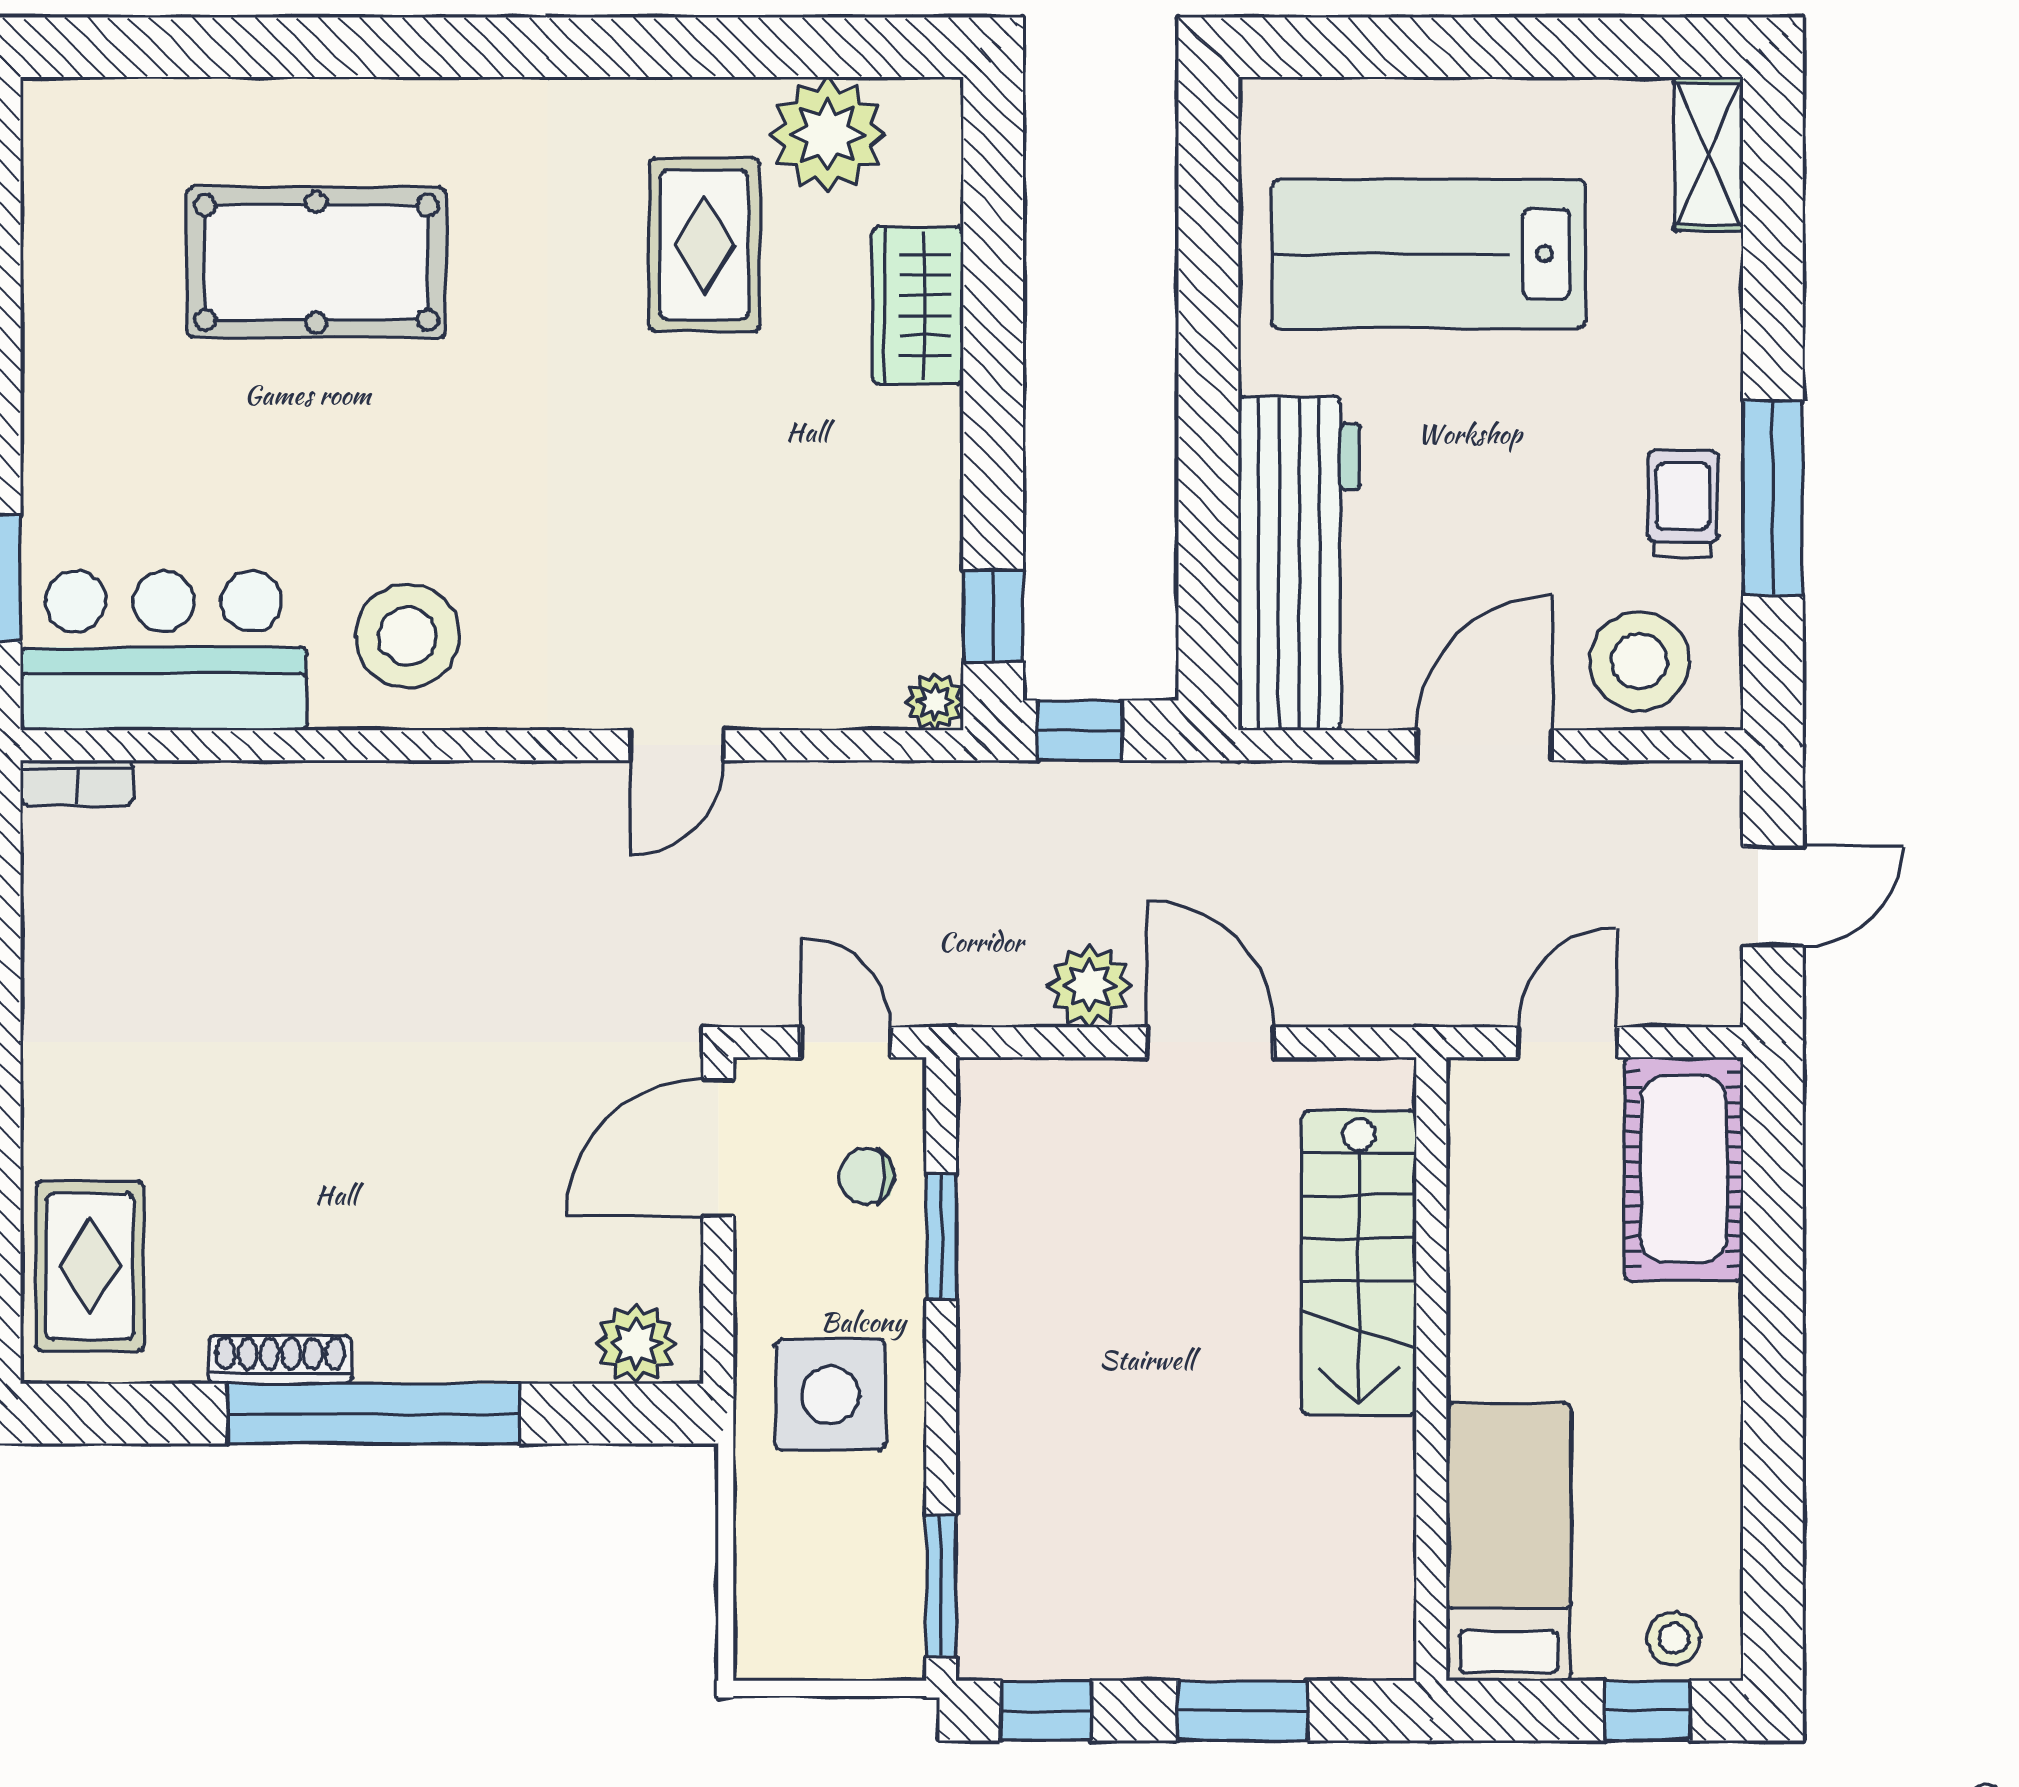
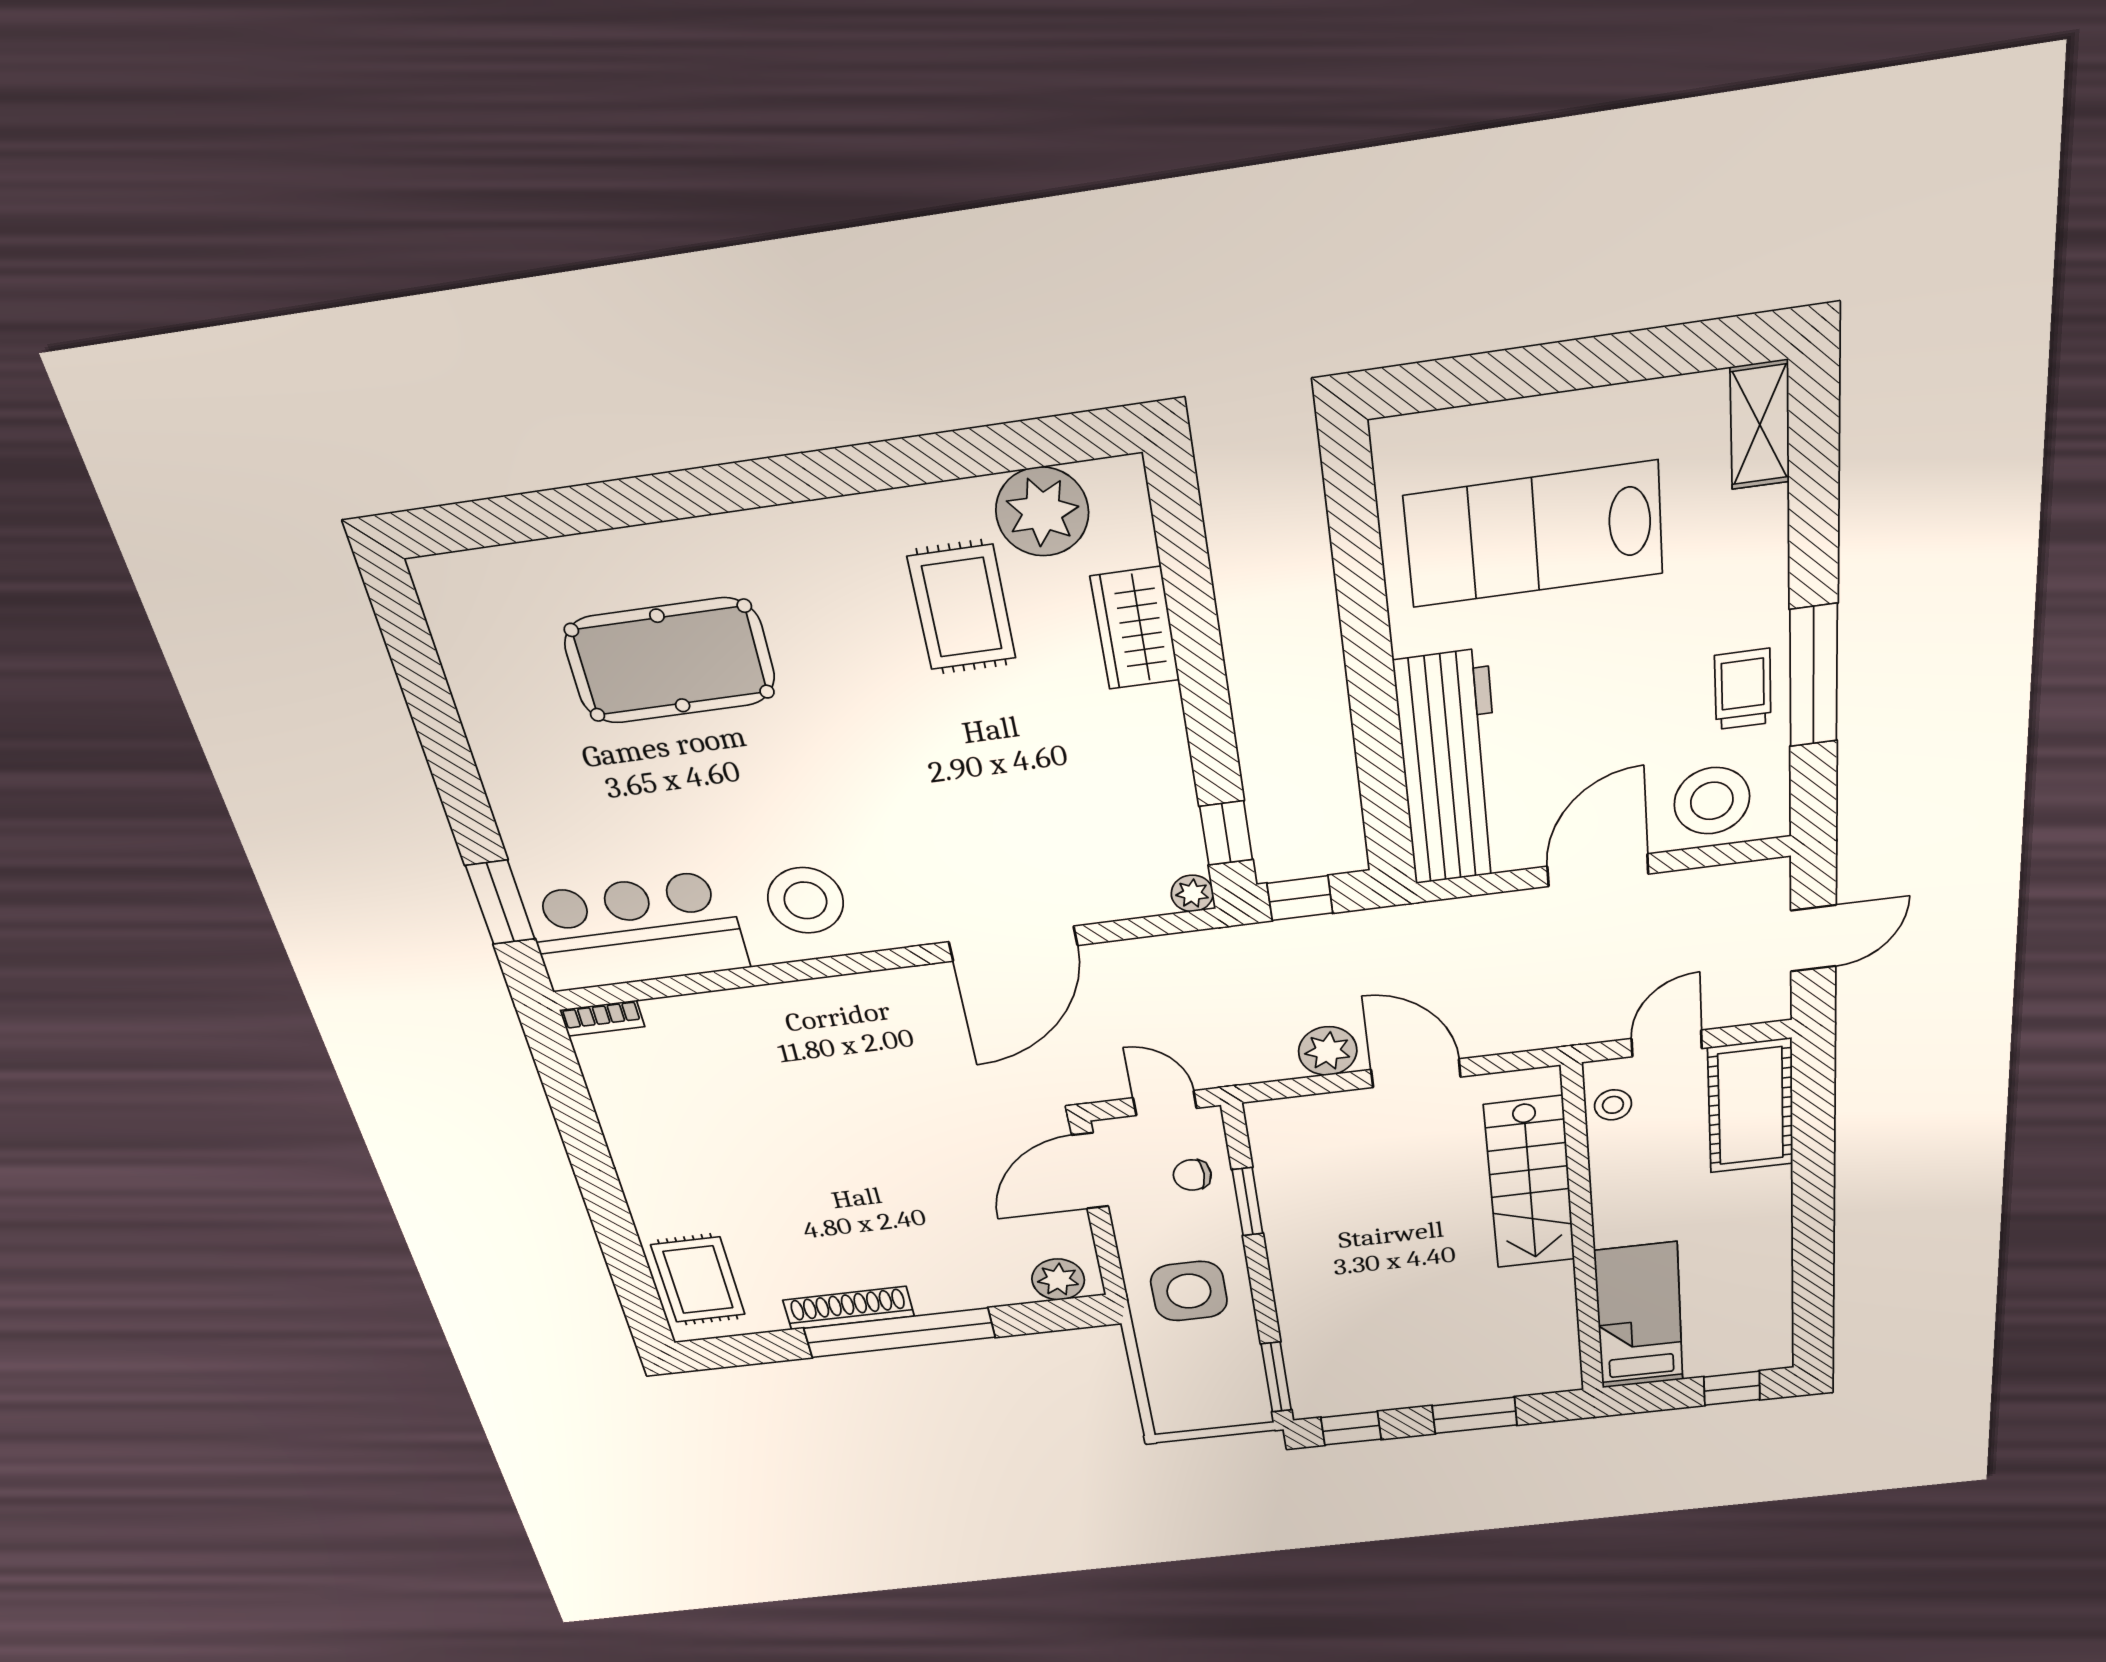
door: (677, 745) -> (1013, 944), width x1.88
shoe rack: (280, 1360) -> (849, 1308), width x1.36, depth x1.24
stool: (1674, 1638) -> (1613, 1105), moved

